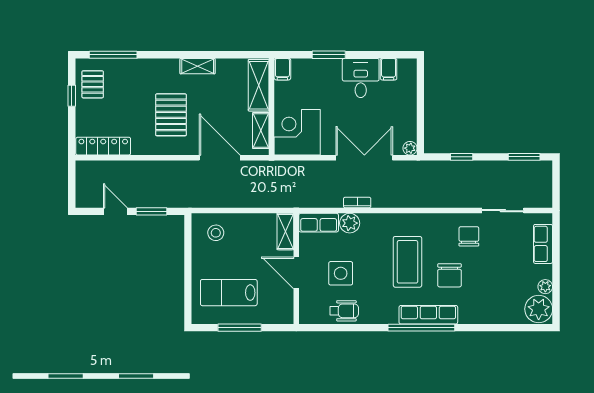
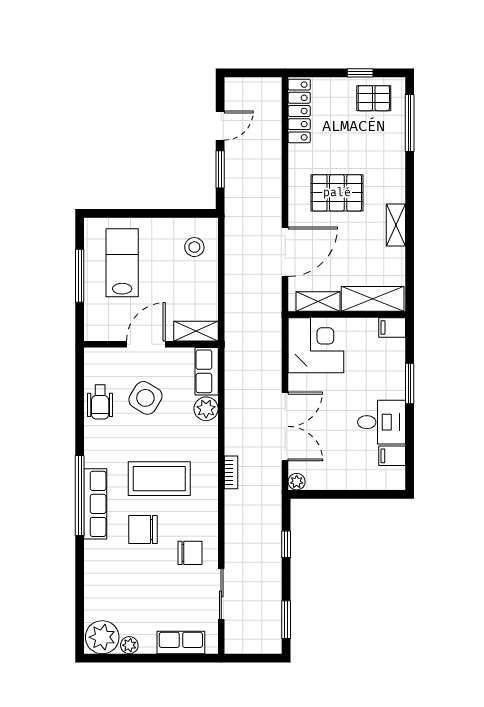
bookcase: (357, 202) -> (231, 472), moved
side table: (341, 273) -> (145, 398), turned 31

